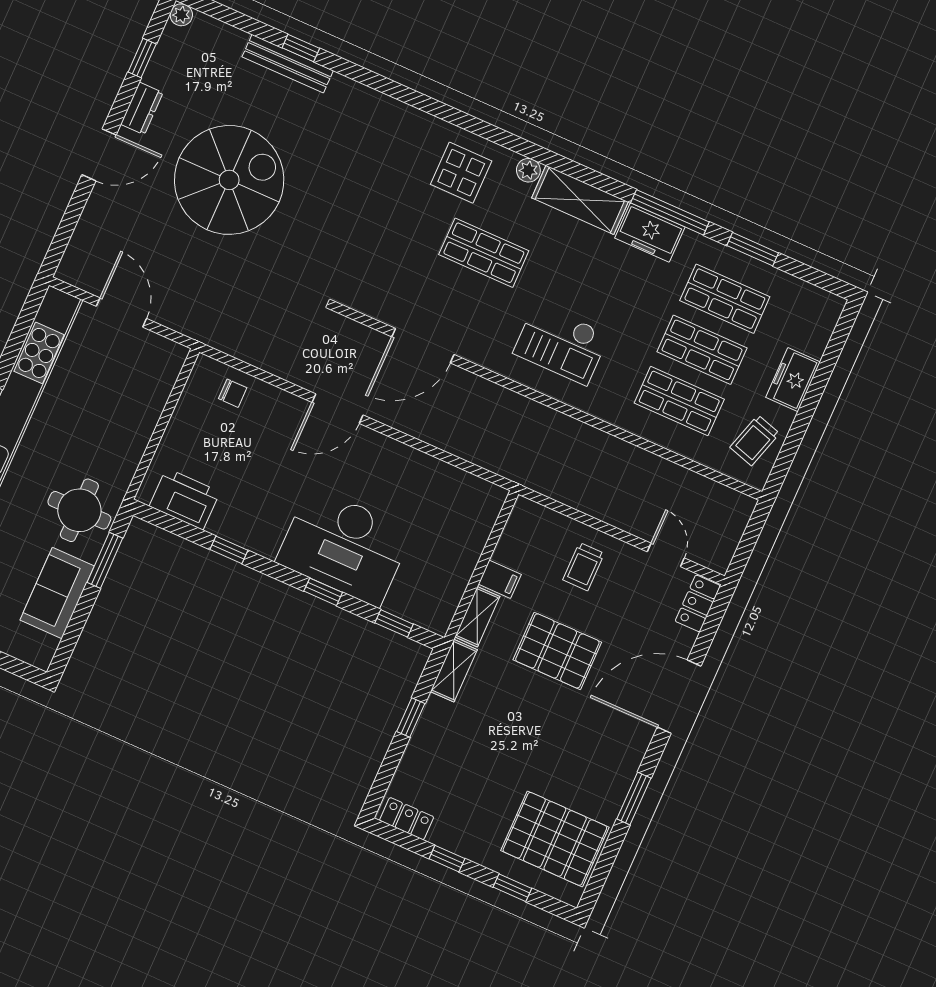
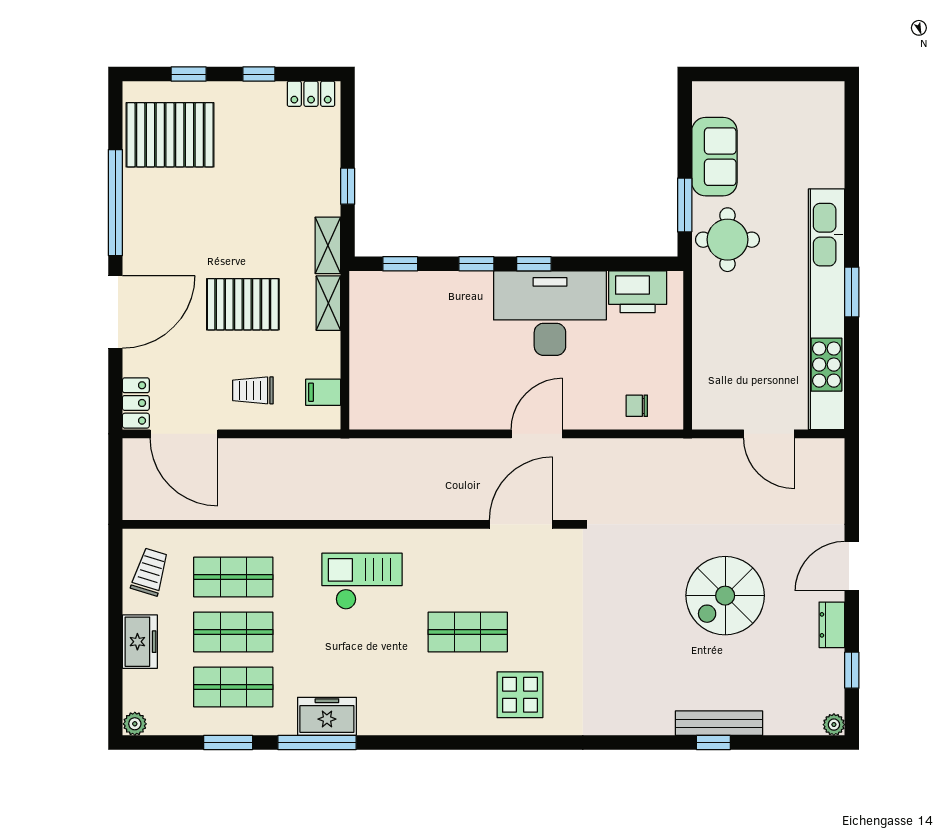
plant: (528, 170) -> (135, 724), moved
spiral stairs: (229, 180) -> (725, 596), width x0.73, depth x0.73
shelving: (580, 200) -> (403, 718), removed
door: (423, 346) -> (521, 524), moved
desk: (344, 546) -> (550, 313), moved
window: (229, 550) -> (534, 264), moved
door: (666, 555) -> (184, 434), width x1.88
trolley: (584, 567) -> (253, 390), turned -90
filing cabinet: (500, 579) -> (323, 392), moved
window: (634, 799) -> (115, 203), width x2.11

